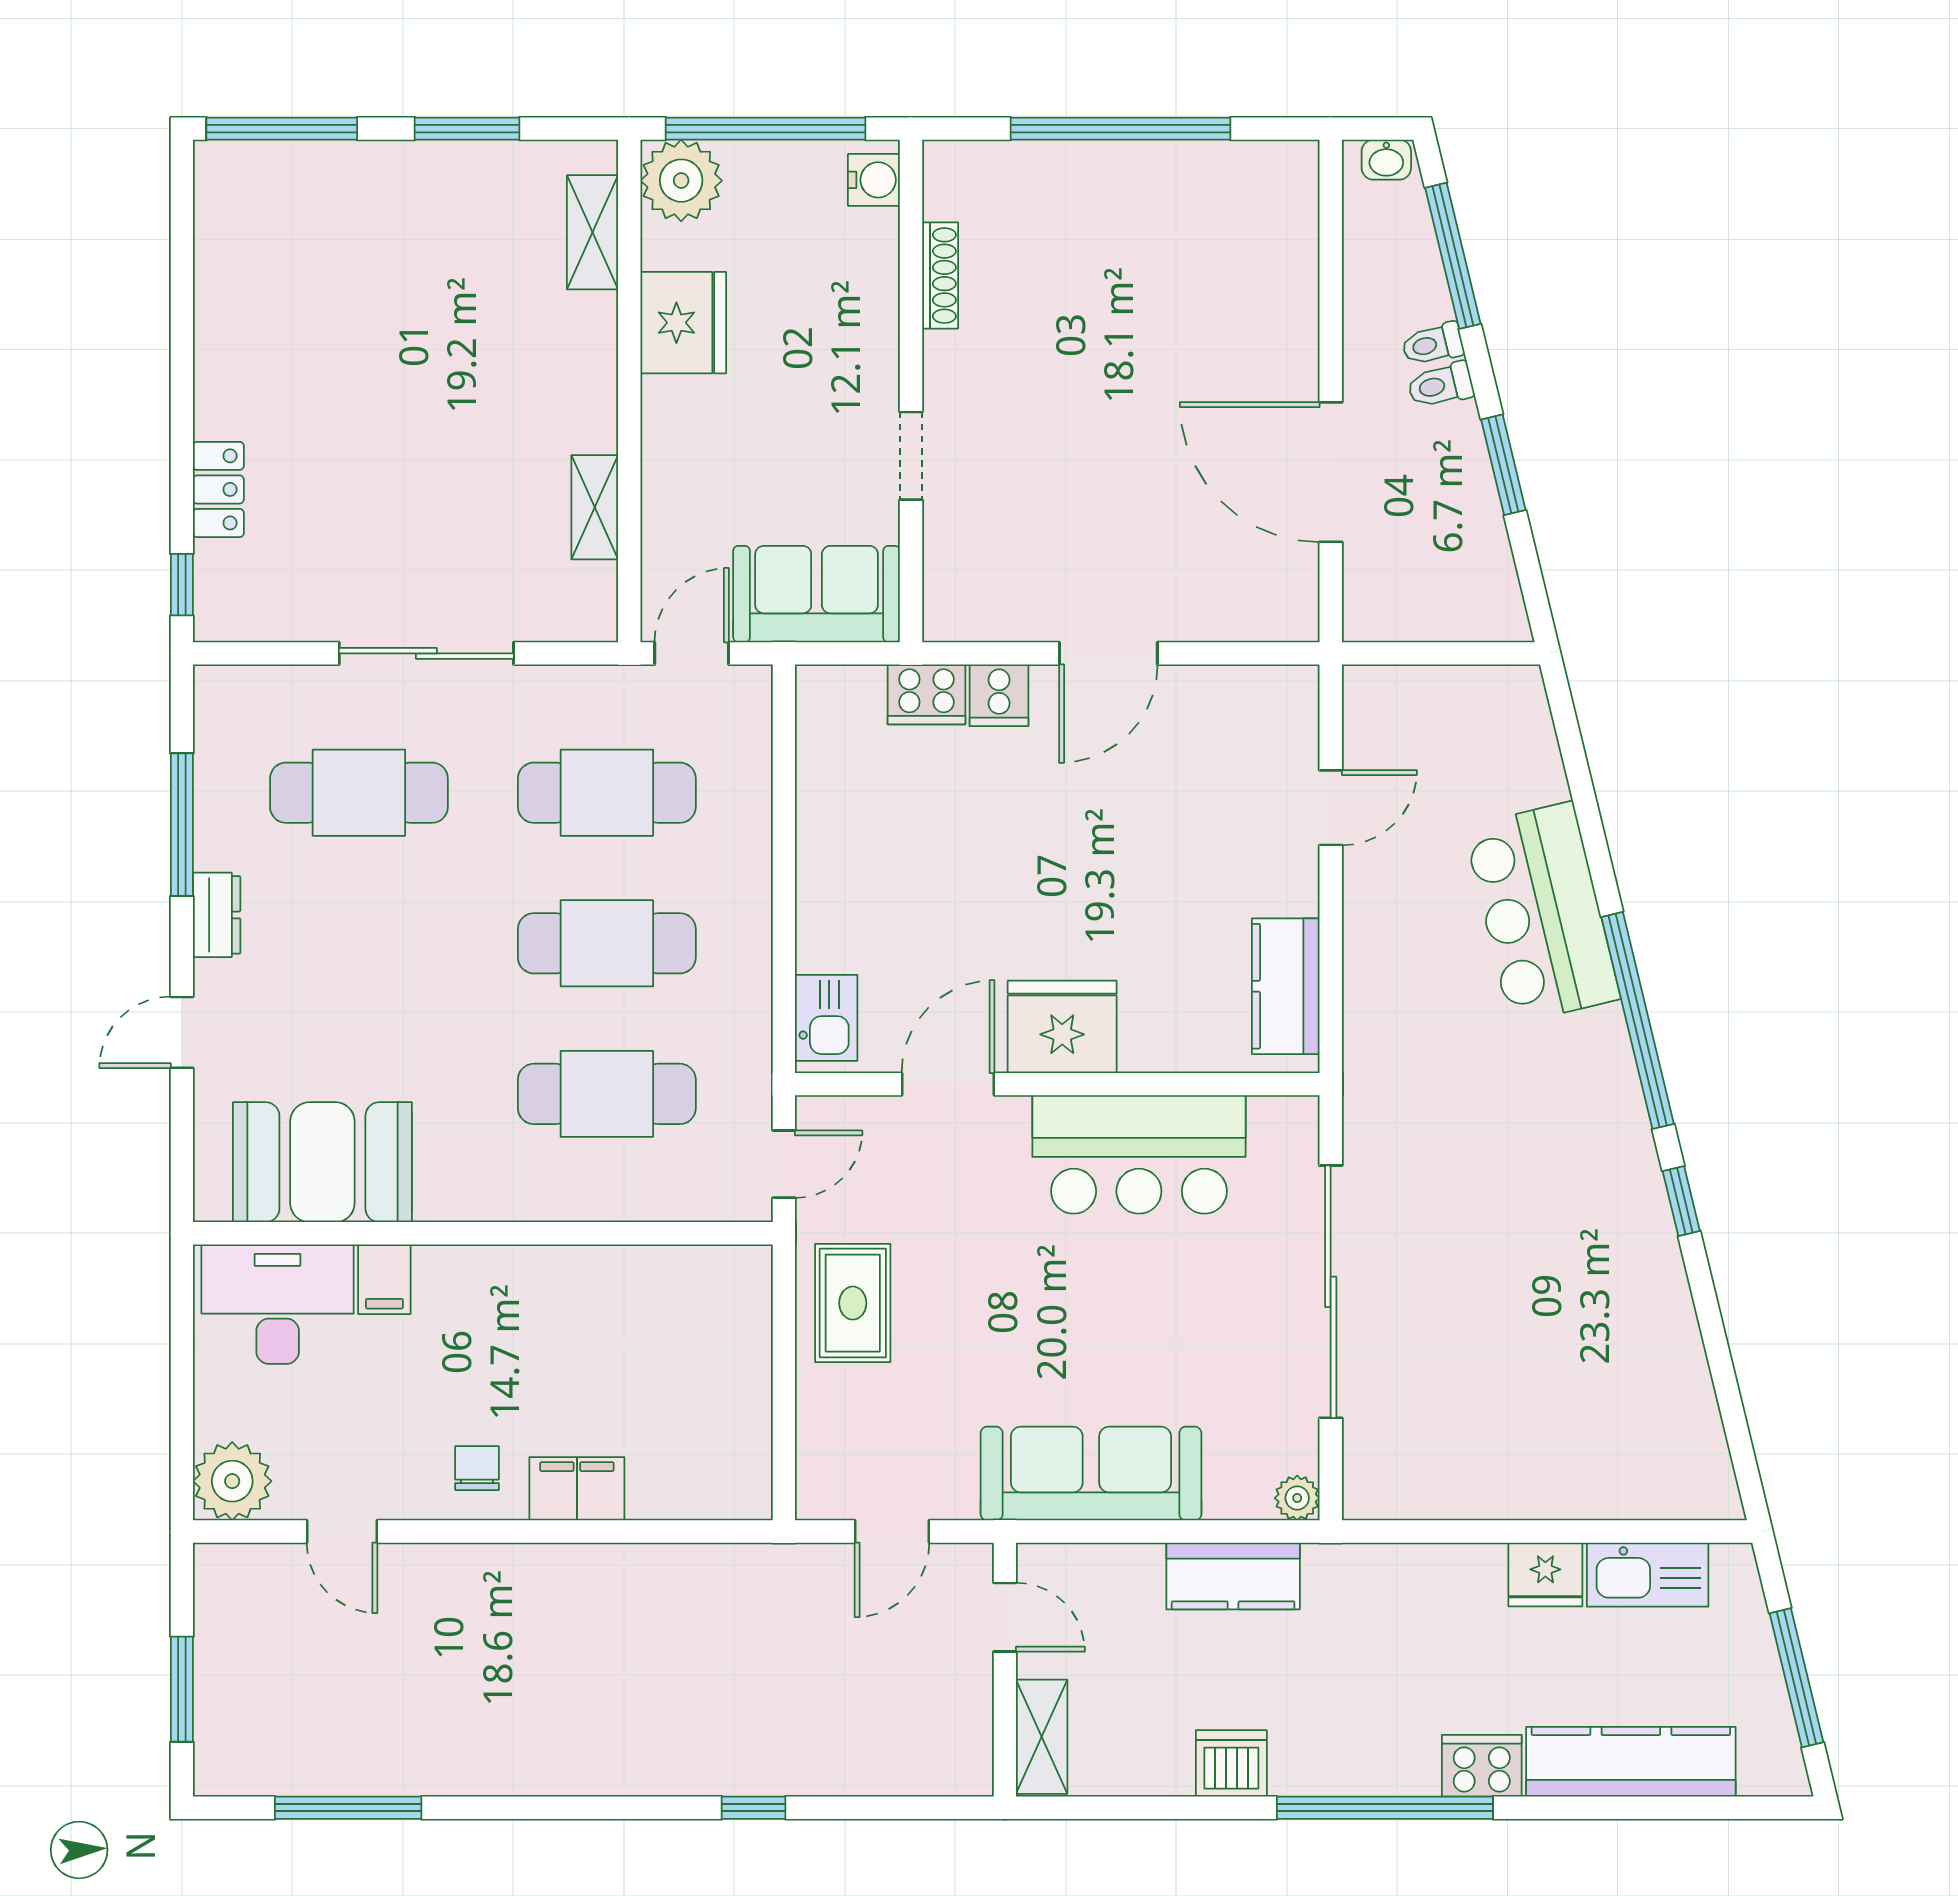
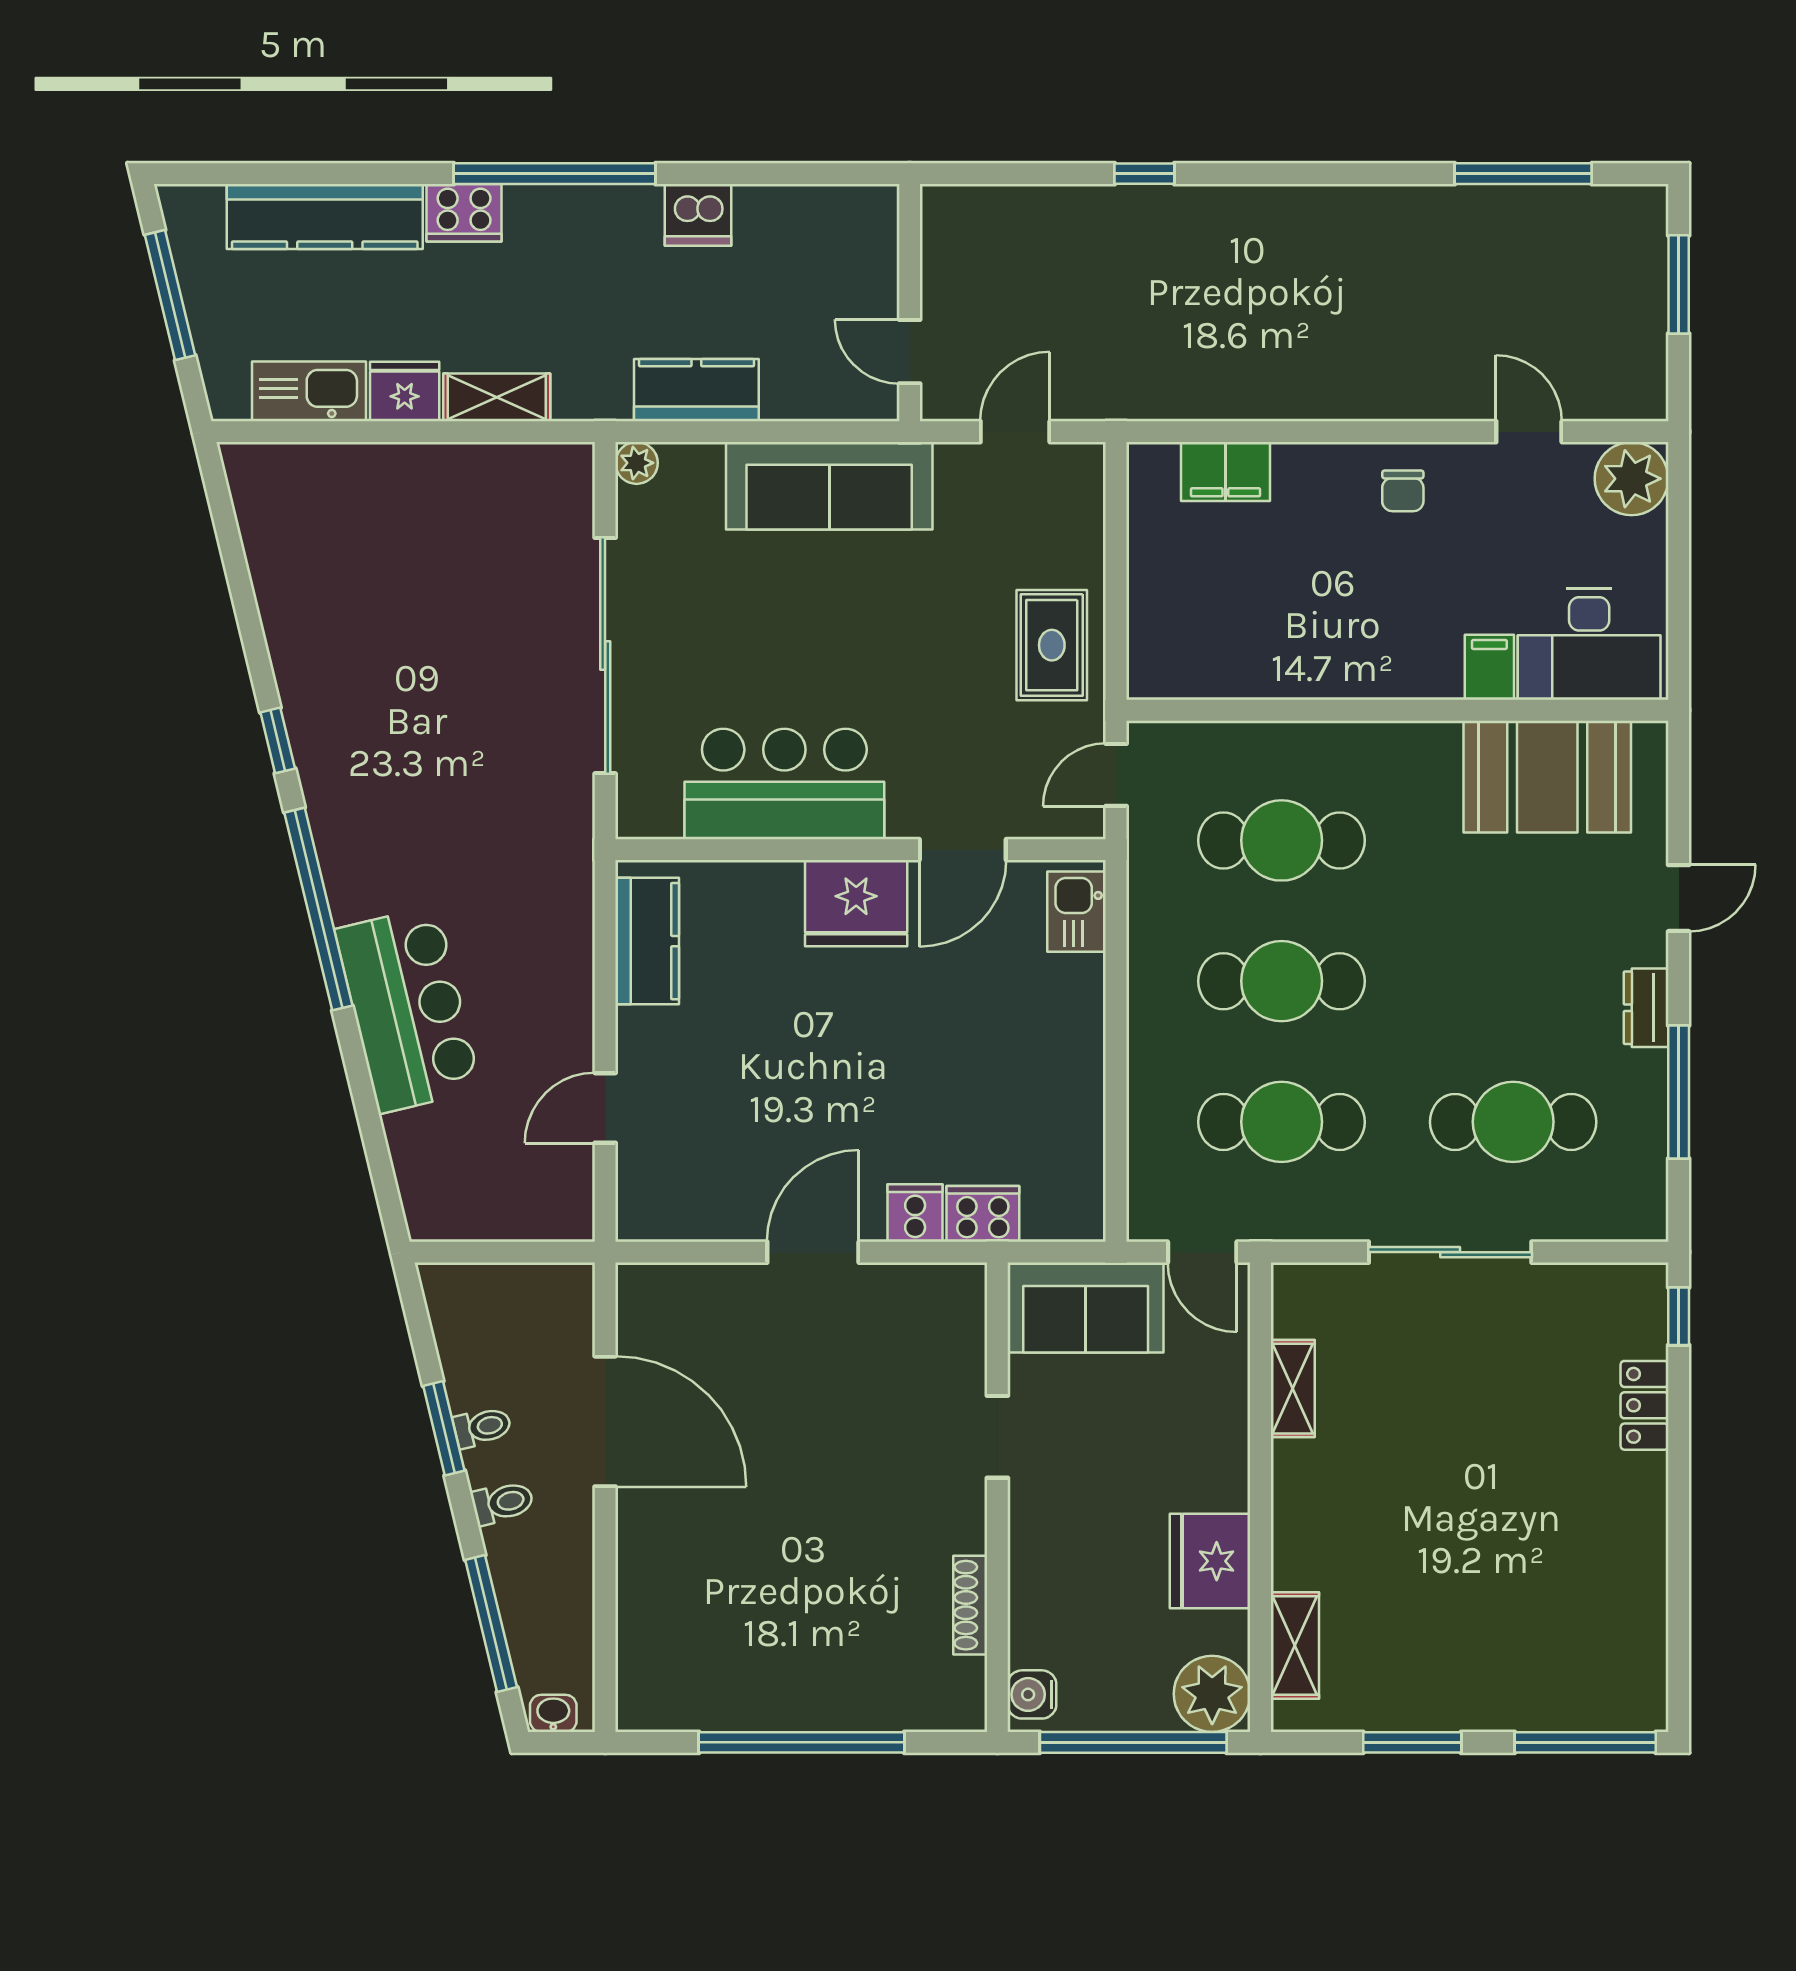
toilet: (1433, 344) -> (482, 1427), moved
door: (692, 653) -> (1202, 1252), hinge flipped
filing cabinet: (577, 1489) -> (1225, 472), moved
shelving: (1042, 1737) -> (497, 397), moved, turned 90

